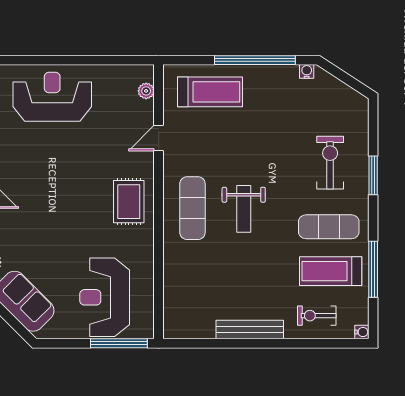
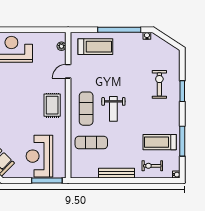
exercise mat: (329, 227) -> (91, 143), moved

